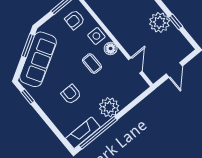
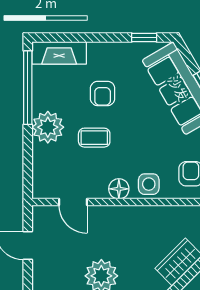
coffee table: (92, 64) -> (94, 138), moved
armchair: (71, 94) -> (103, 93), turned 90
fireplace: (83, 133) -> (59, 53), moved, turned 90

